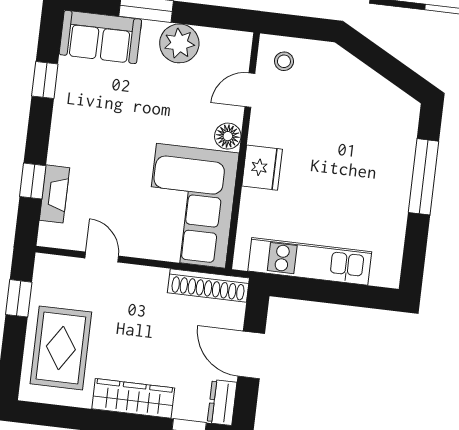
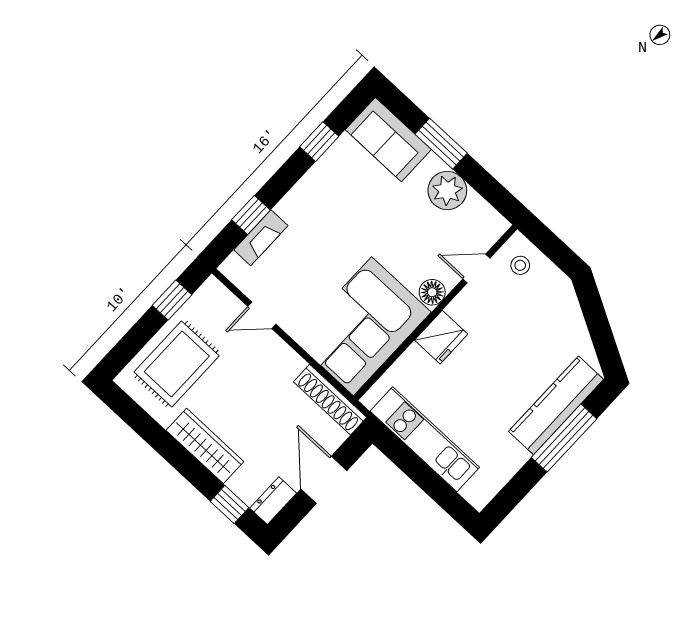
kitchen counter: (397, 155) -> (556, 405), added
door: (102, 257) -> (262, 315), swing flipped

